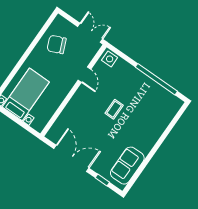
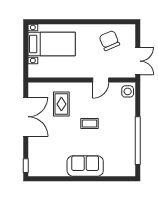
rug: (81, 121) -> (61, 104), added
sofa: (127, 166) -> (85, 166), moved
window: (102, 180) -> (26, 166), moved

